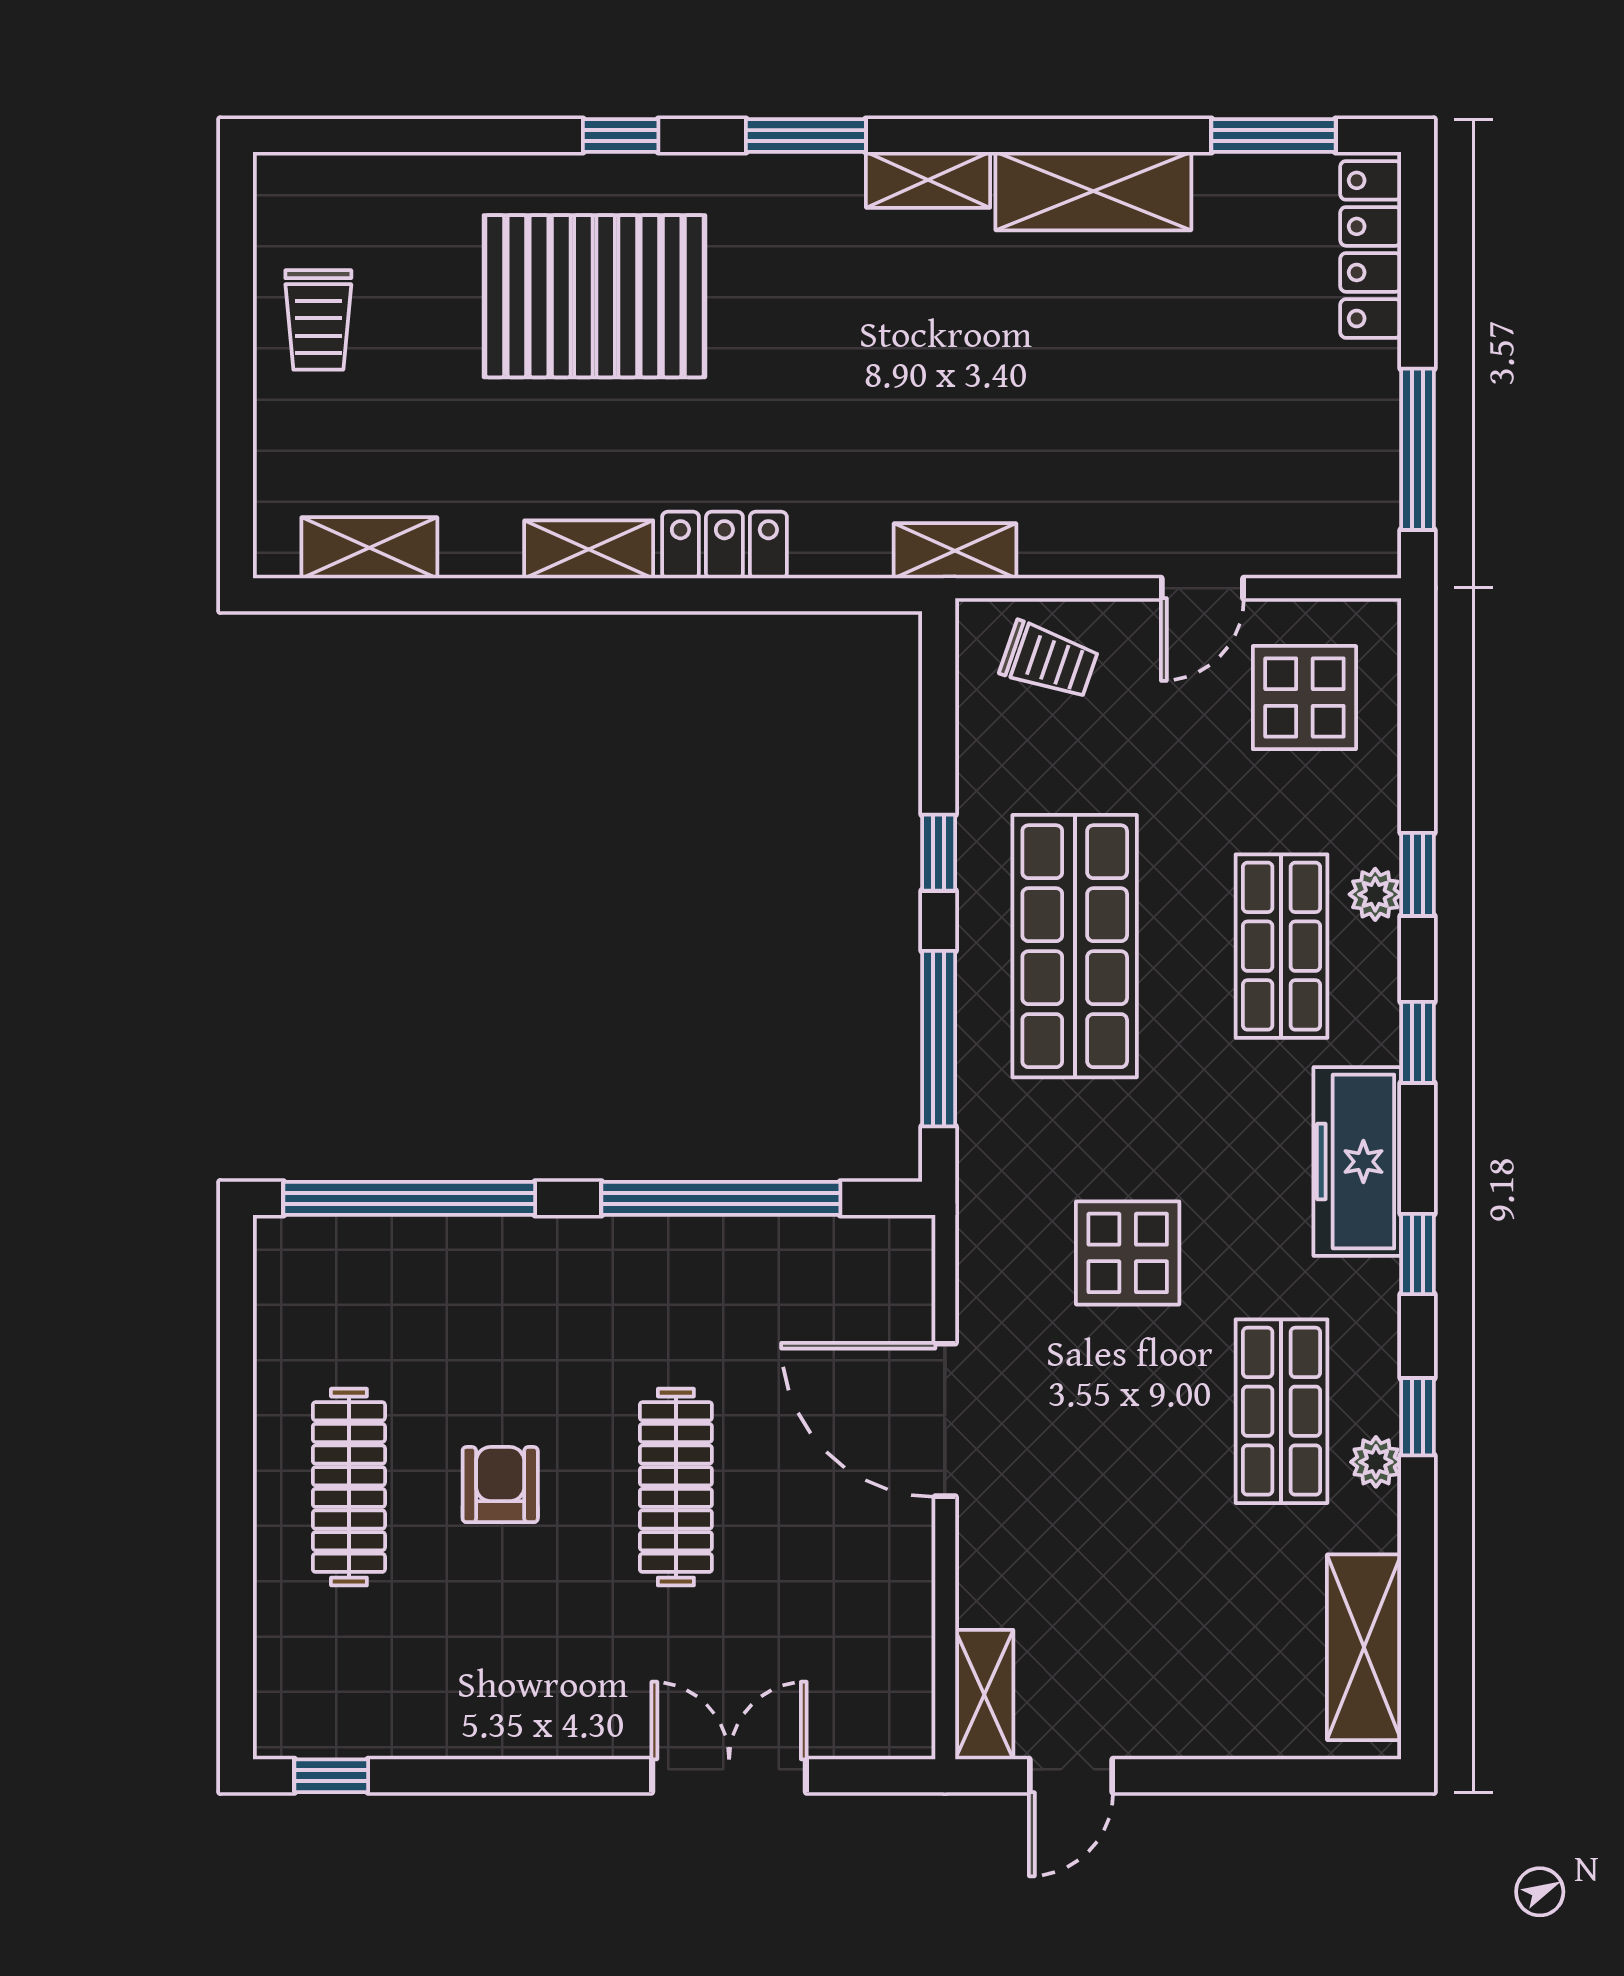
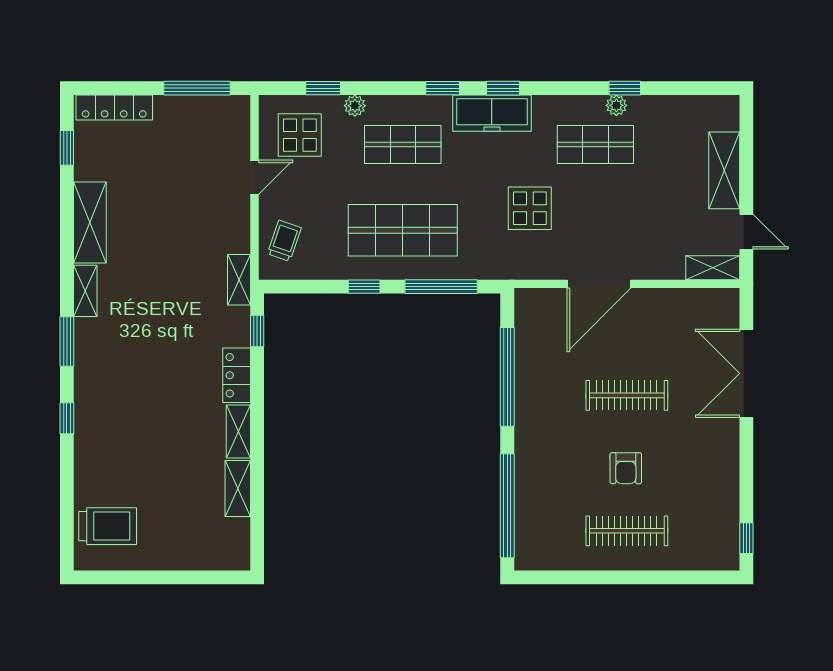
window: (1274, 136) -> (67, 148), width x0.67
pallet: (594, 296) -> (134, 429), removed
trolley: (318, 320) -> (108, 526), moved, width x1.36, depth x1.39
shelving: (369, 548) -> (238, 489), moved
door: (1202, 588) -> (254, 177), hinge flipped
window: (831, 595) -> (257, 331), added
window: (1418, 874) -> (323, 88), moved
plant: (1375, 894) -> (355, 106), moved
window: (1418, 1254) -> (503, 88), moved
window: (1418, 1417) -> (625, 88), moved
armchair: (500, 1485) -> (626, 468), turned -90
shelving: (1364, 1647) -> (724, 170), moved, turned 90
double door: (729, 1776) -> (746, 373), width x1.37

